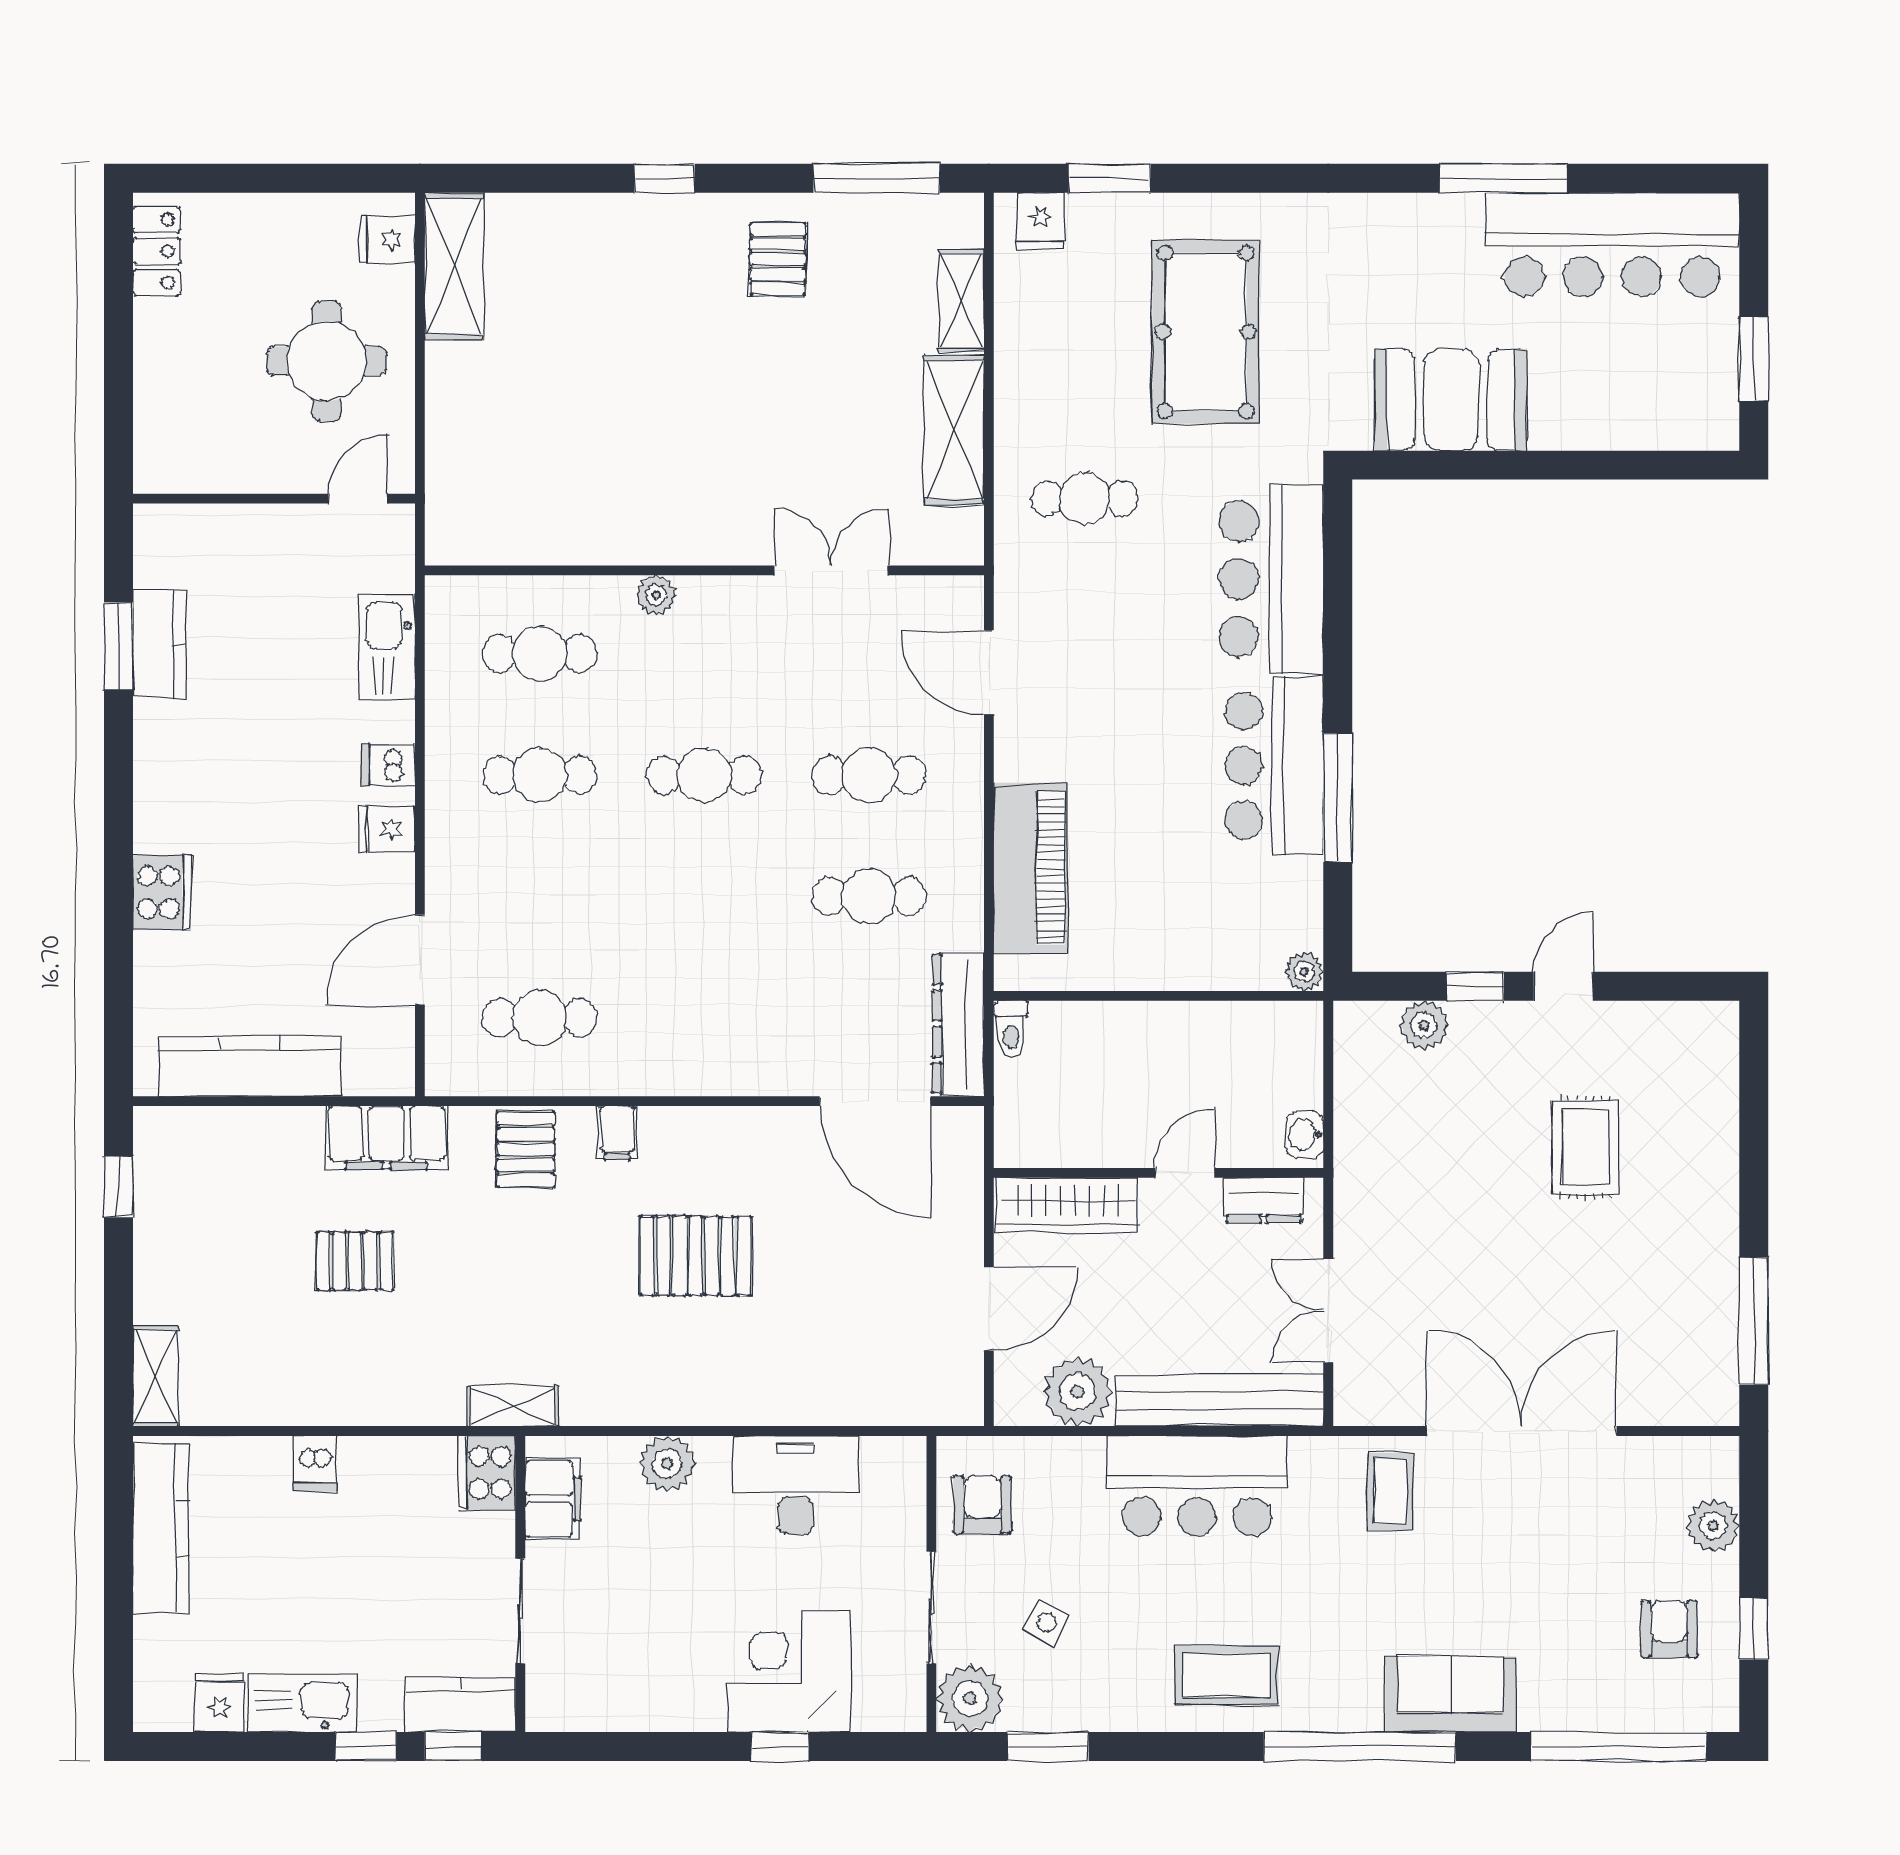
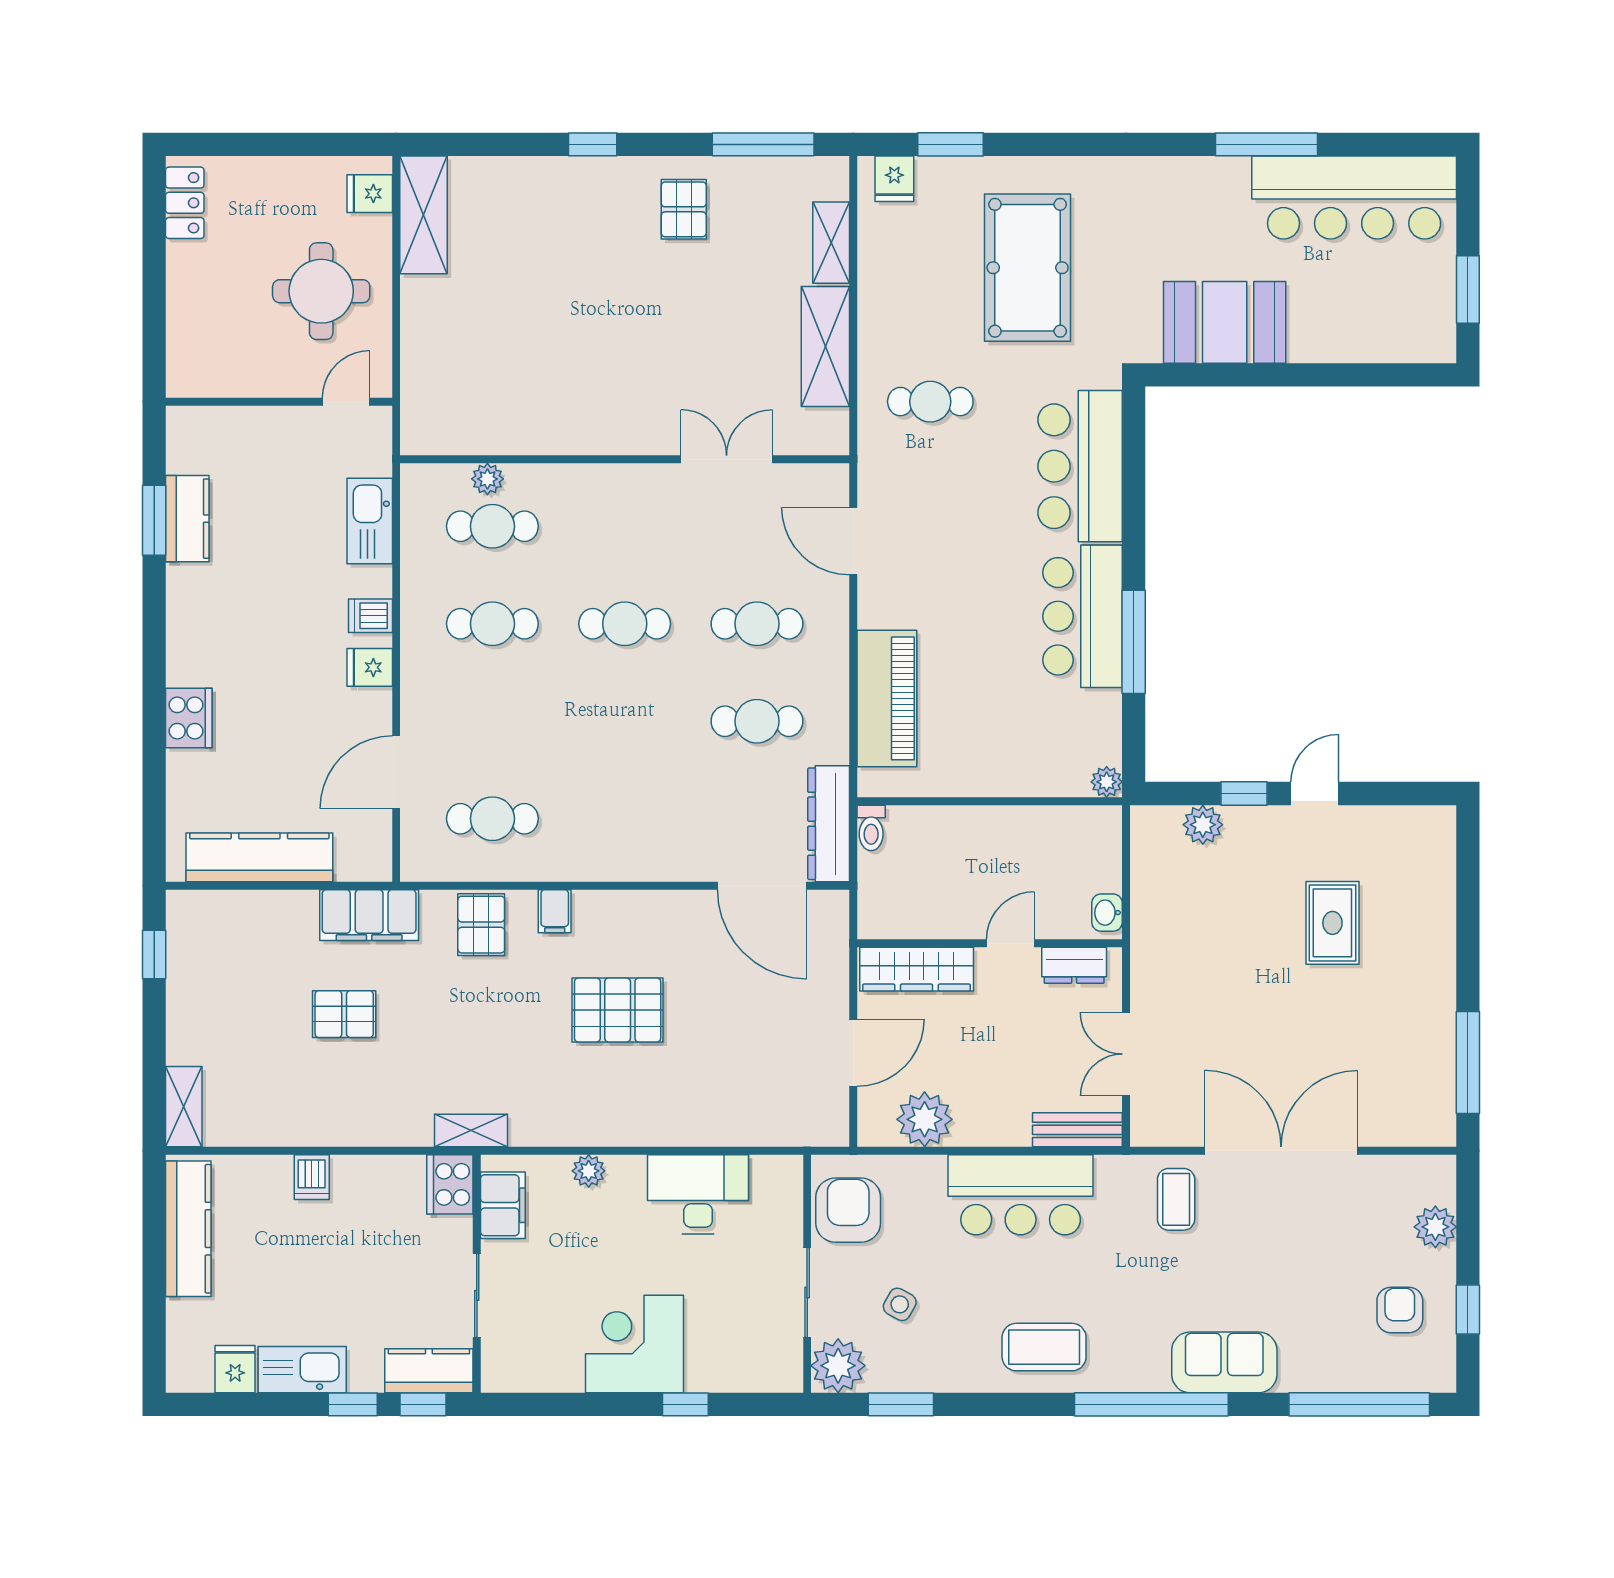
plant: (656, 595) -> (487, 479), moved
bench: (1220, 1400) -> (1077, 1130), width x0.54, depth x0.82
plant: (667, 1464) -> (589, 1171), width x0.73, depth x0.73
armchair: (982, 1505) -> (848, 1210), width x1.38, depth x1.38
corner desk: (789, 1671) -> (634, 1344), moved

